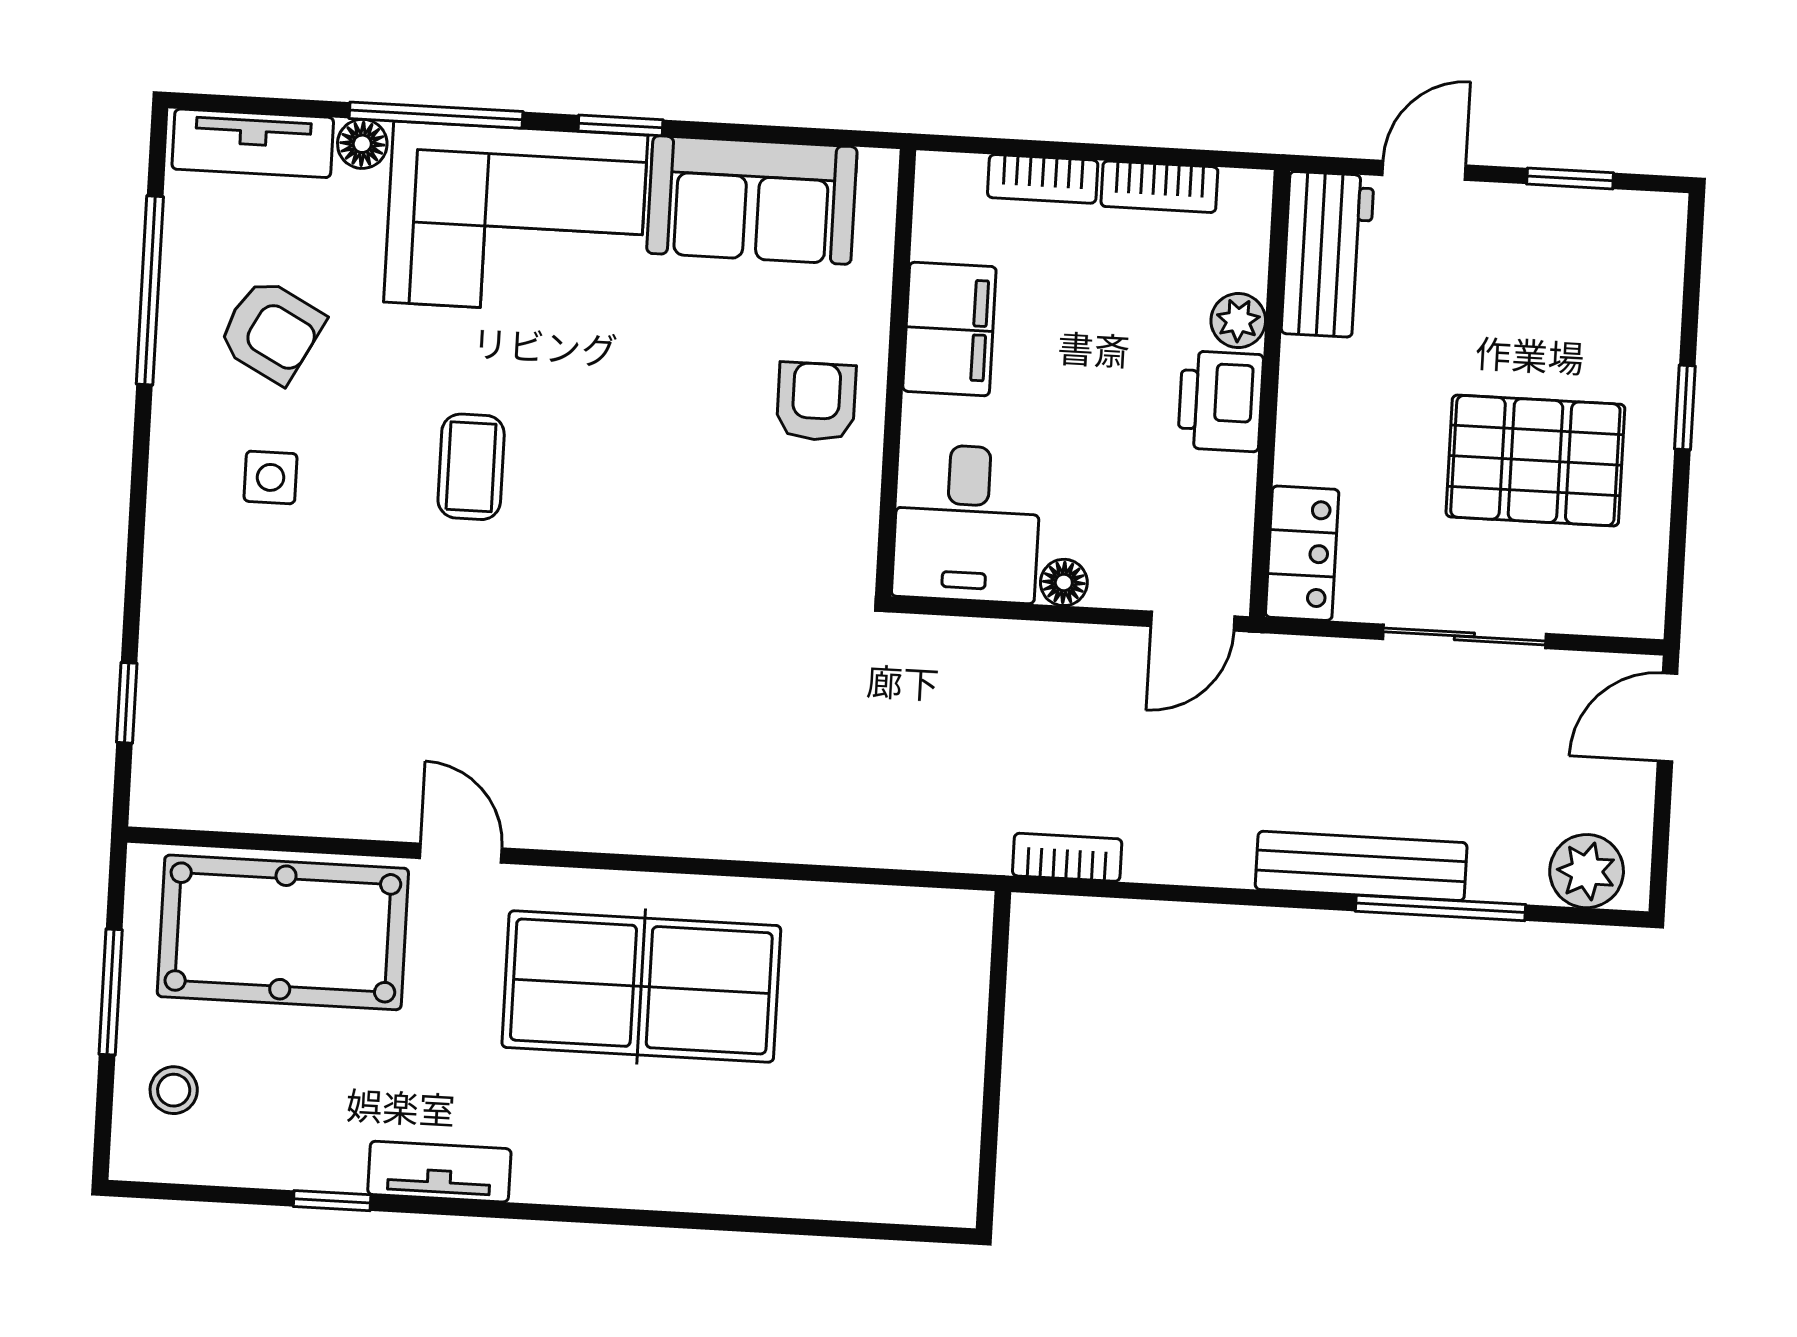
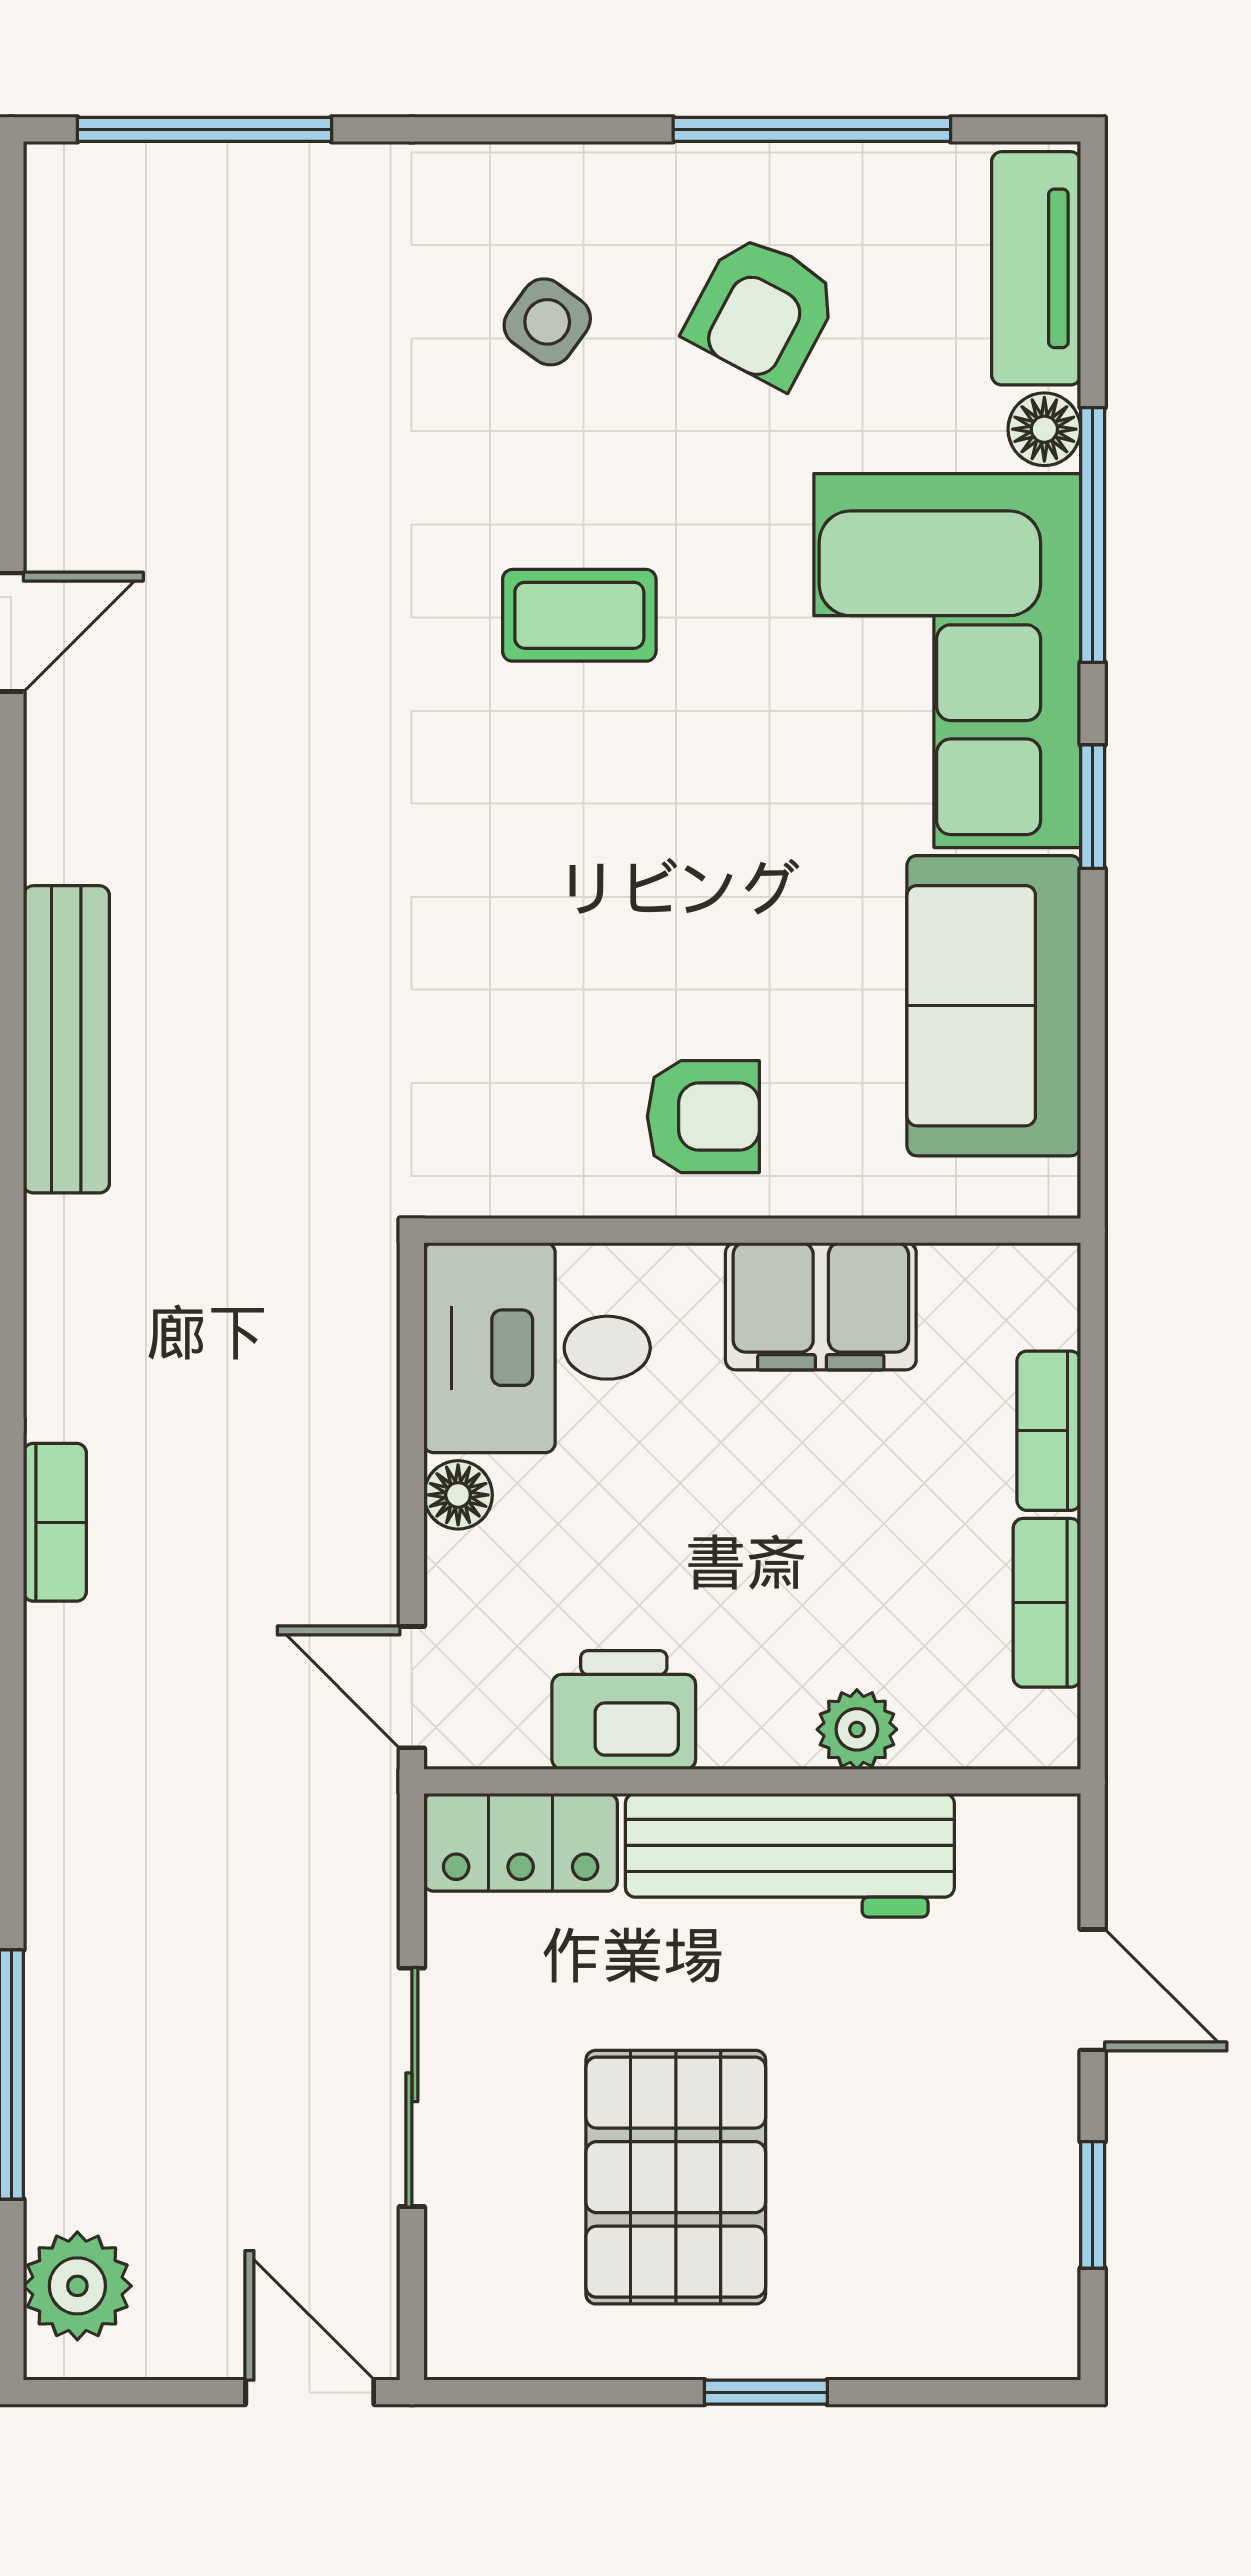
workbench: (1328, 255) -> (790, 1855), moved, width x1.37
printer: (1221, 401) -> (624, 1710), moved
side table: (271, 477) -> (547, 322), turned 36
window: (127, 703) -> (205, 129), width x2.17
bench: (1361, 866) -> (66, 1039), moved

